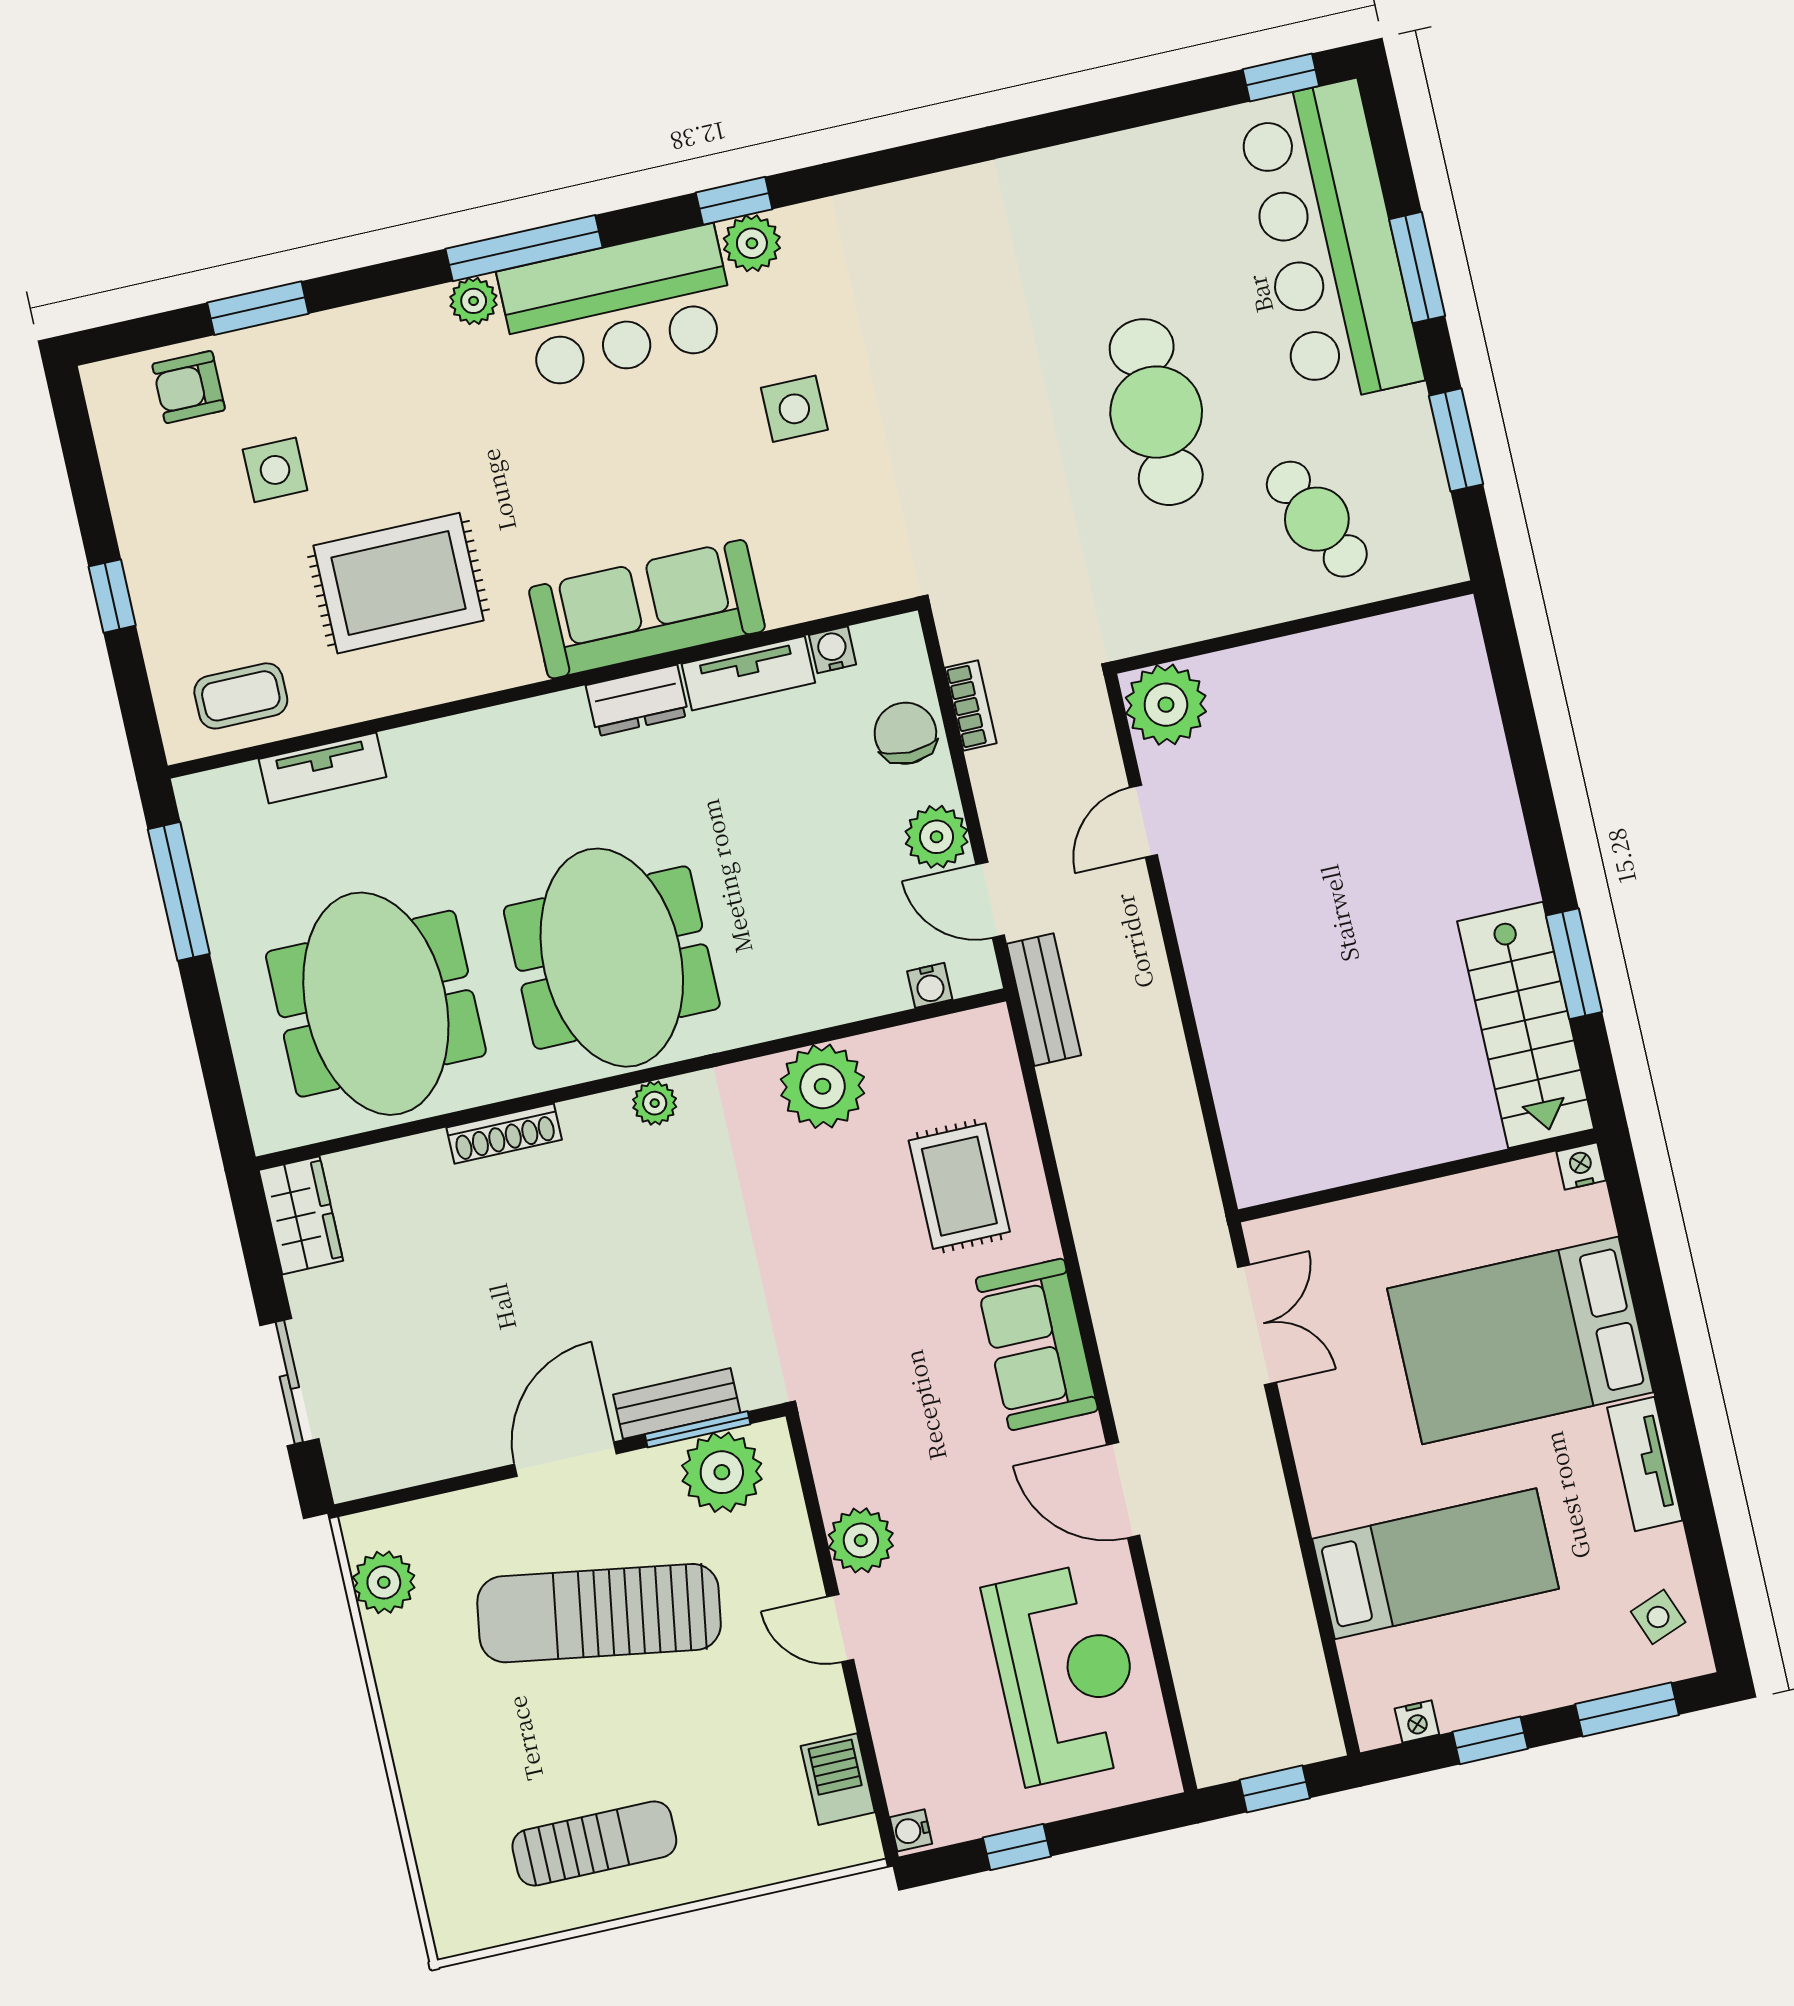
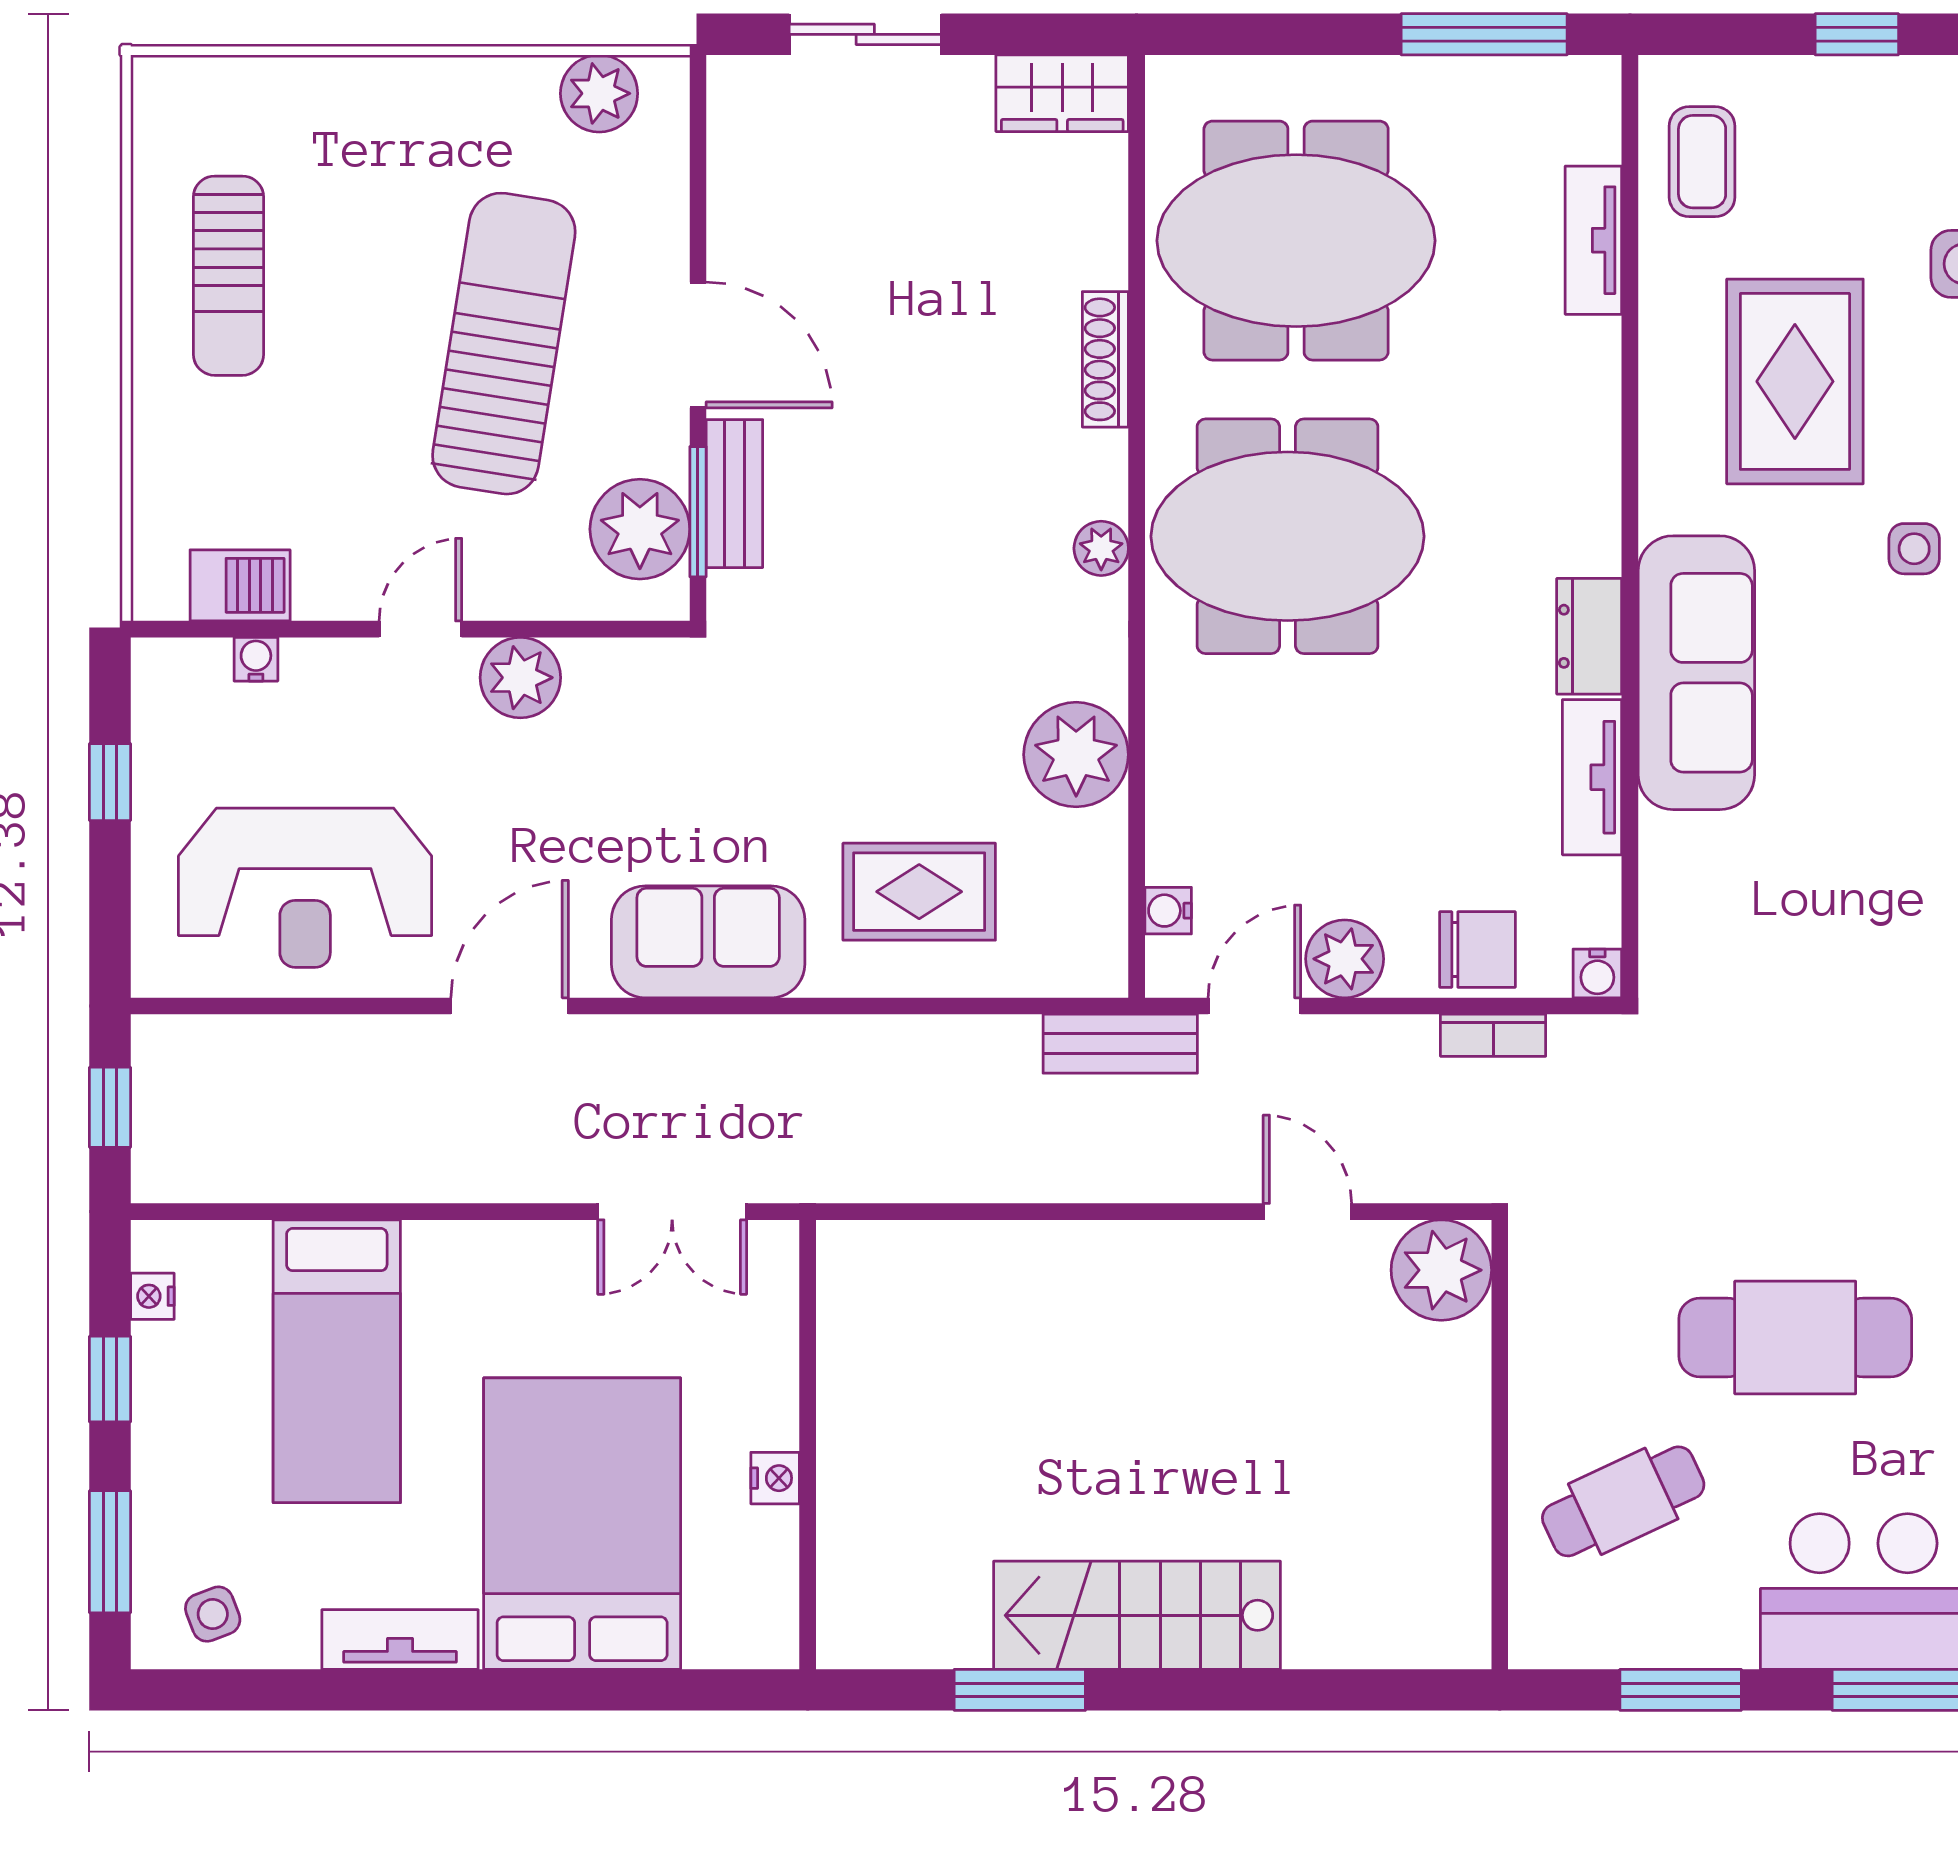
side table: (794, 409) -> (1914, 549), moved, width x0.73, depth x0.73
water cooler: (833, 650) -> (1597, 973), moved, turned 90
stairs: (1526, 1025) -> (1137, 1615), moved
nightstand: (1581, 1166) -> (775, 1478), moved
water cooler: (911, 1830) -> (256, 659), moved

